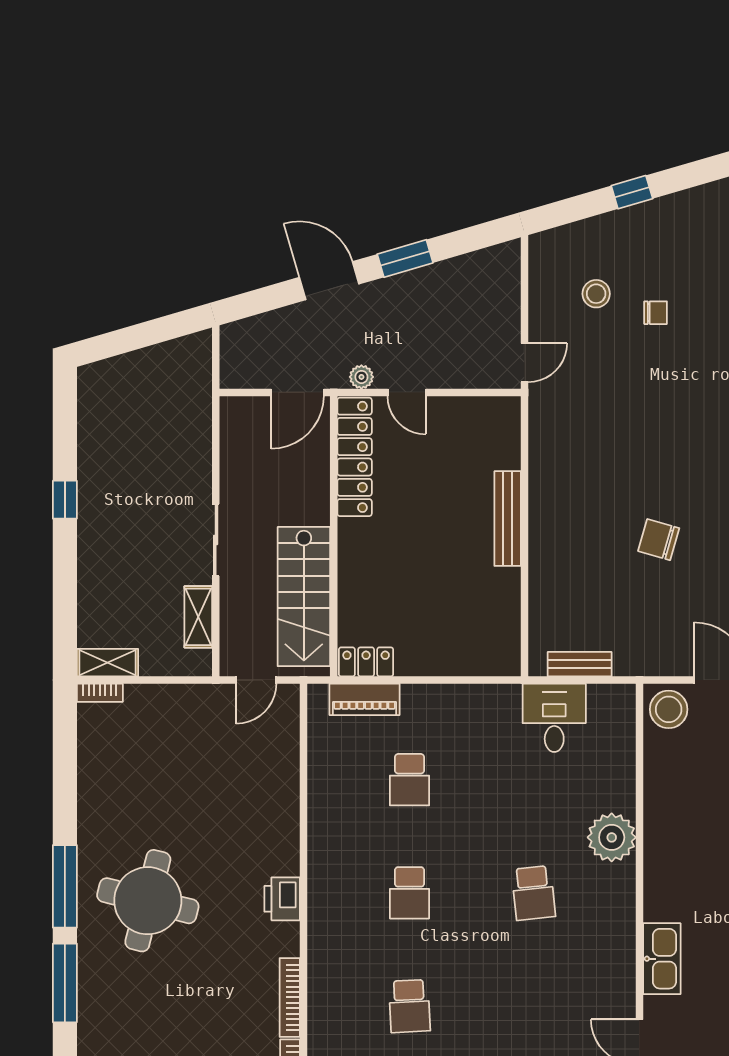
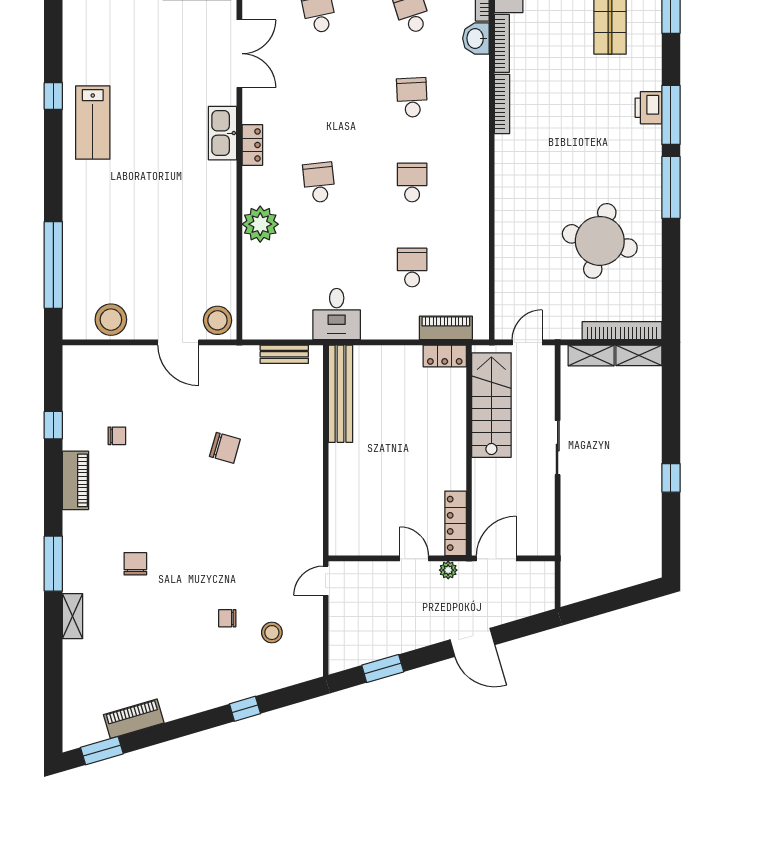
window: (405, 258) -> (383, 669), moved
locker: (355, 457) -> (456, 523), width x0.71, depth x0.83
bench: (508, 519) -> (341, 394), moved, width x1.37, depth x1.21
shelving: (198, 617) -> (591, 355), moved, turned 90
bookcase: (100, 693) -> (622, 331), width x2.31, depth x1.31
desk: (554, 718) -> (337, 314), moved
printer: (282, 899) -> (648, 108), moved, turned 180
round table: (148, 901) -> (600, 241), moved
locker: (622, 943) -> (252, 145), added

